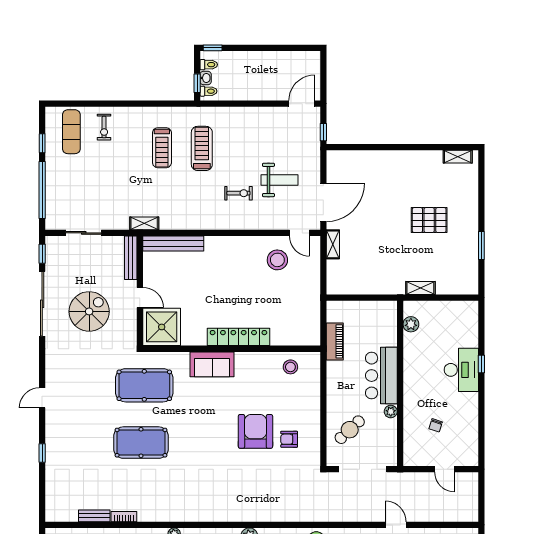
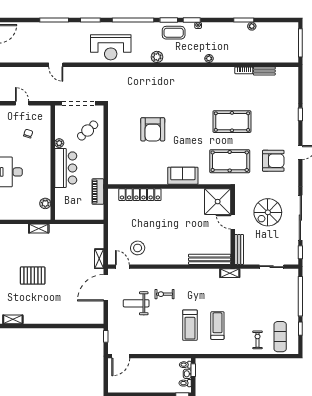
locker: (238, 337) -> (140, 195), moved
stool: (290, 367) -> (129, 174), removed
armchair: (289, 439) -> (273, 161), moved, width x1.88, depth x1.88

